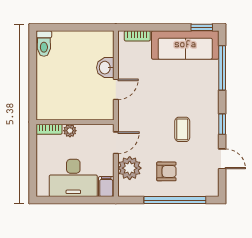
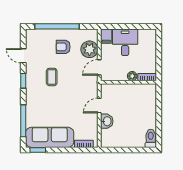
desk: (73, 178) -> (125, 42), width x0.73

